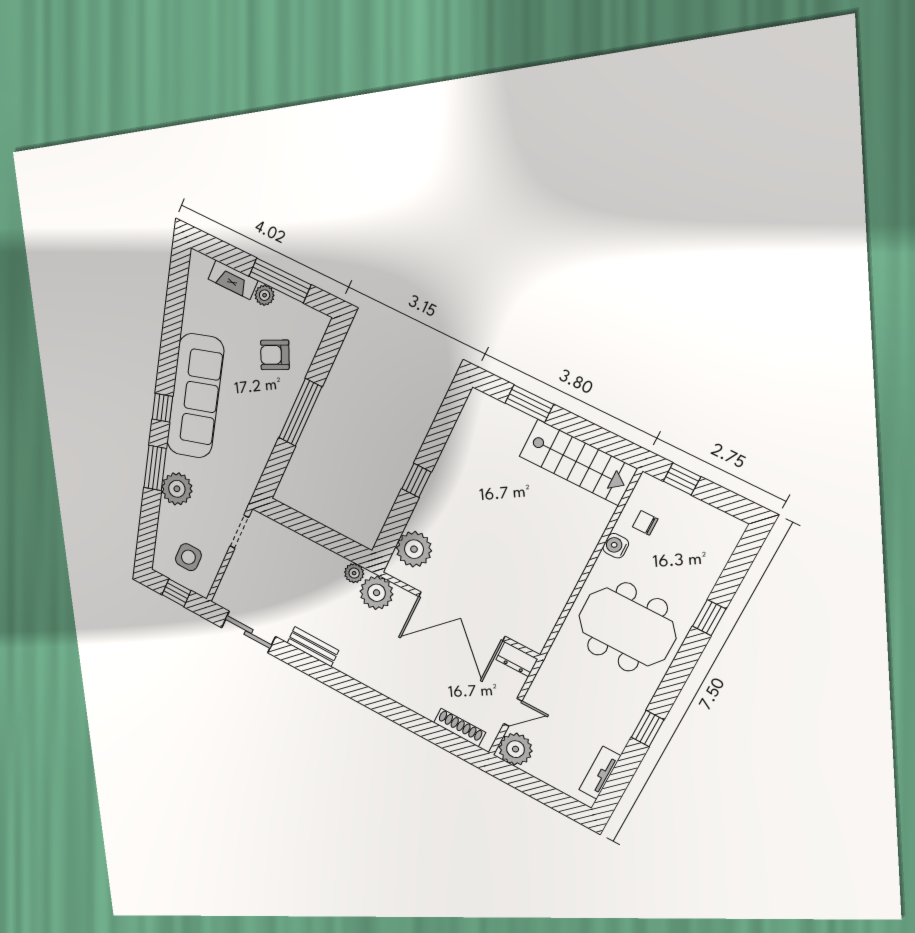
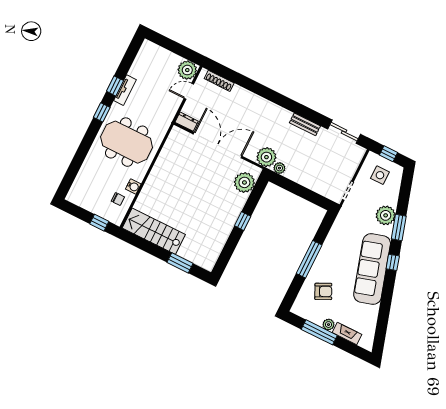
window: (709, 618) -> (102, 112), moved
tv unit: (600, 773) -> (125, 90), moved

